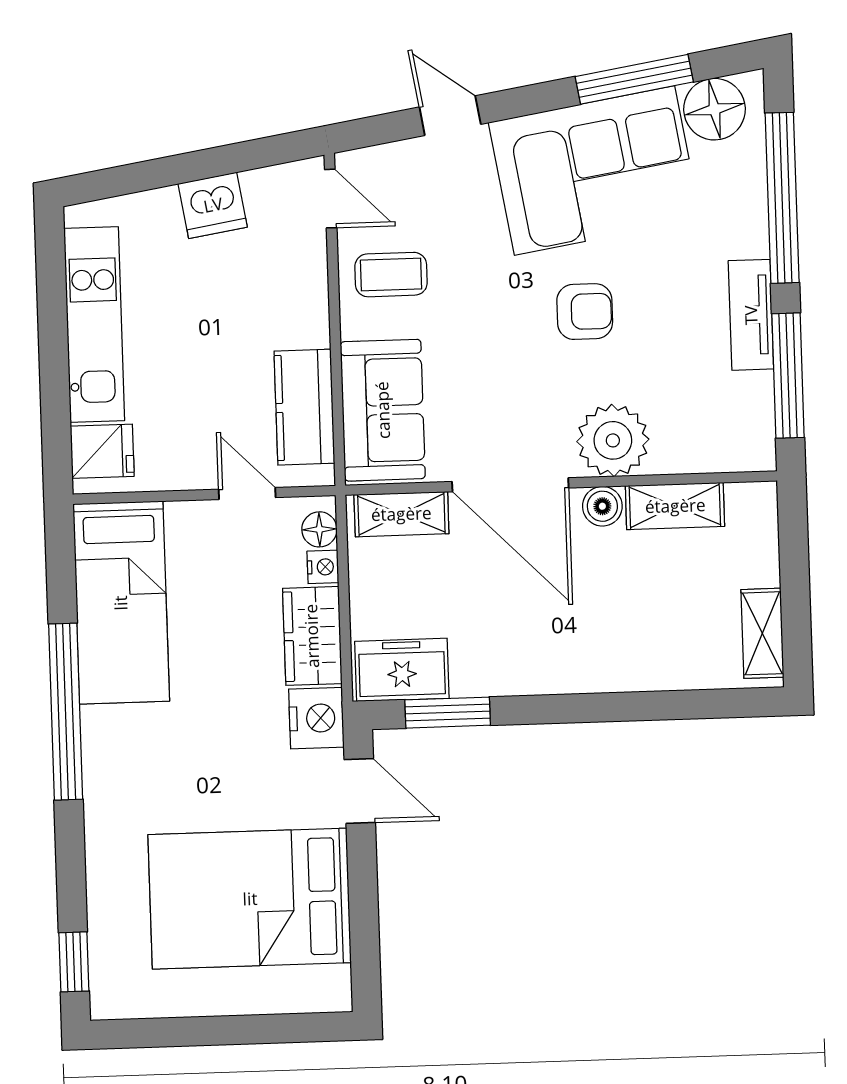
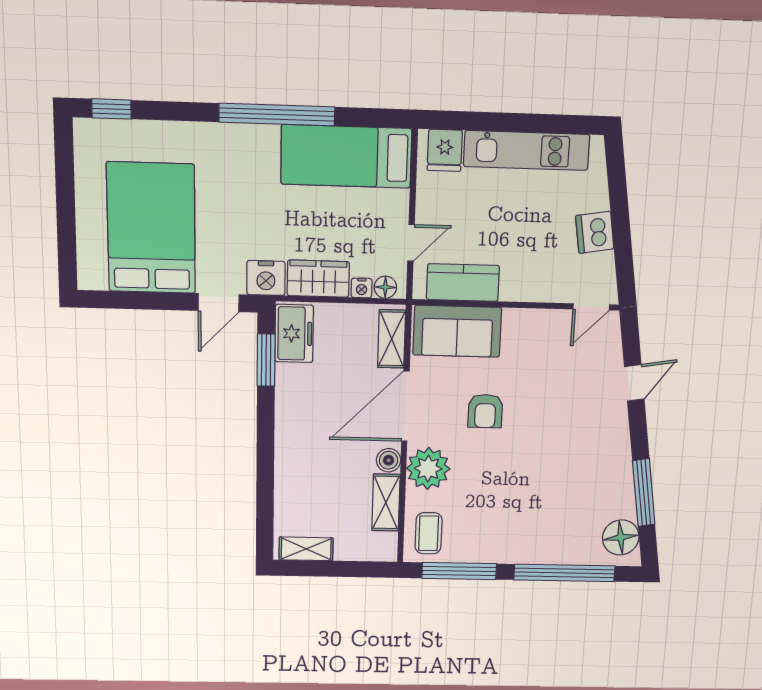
corner sofa: (595, 171) -> (592, 467), removed
coffee table: (391, 275) -> (429, 533), moved
armchair: (585, 312) -> (485, 411), moved
tv unit: (751, 315) -> (497, 552), removed

